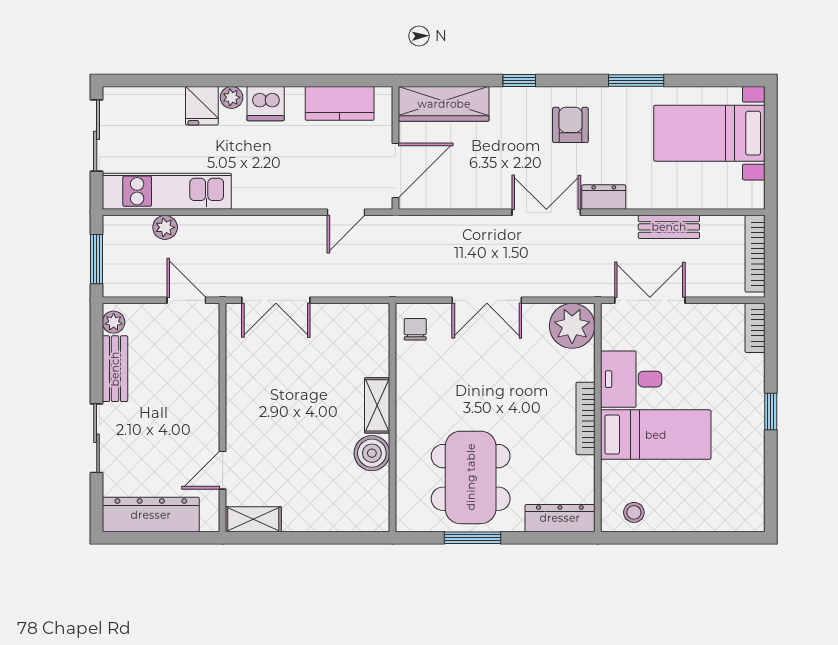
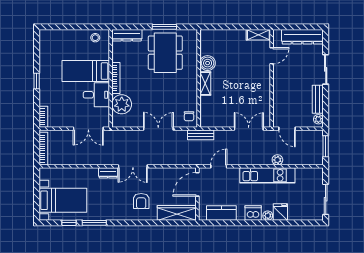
window: (519, 80) -> (69, 223), moved
armchair: (570, 125) -> (141, 201), moved
kitchen unit: (167, 191) -> (267, 175), moved
plant: (165, 227) -> (277, 160), moved
bench: (669, 227) -> (201, 135), moved
plant: (572, 326) -> (122, 104), moved

